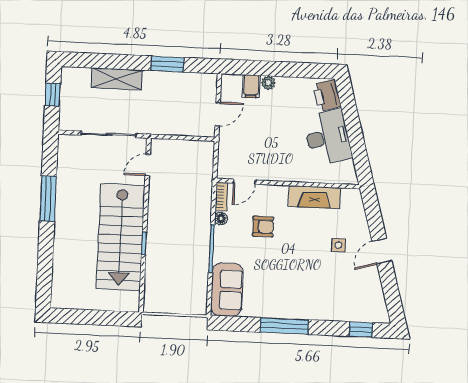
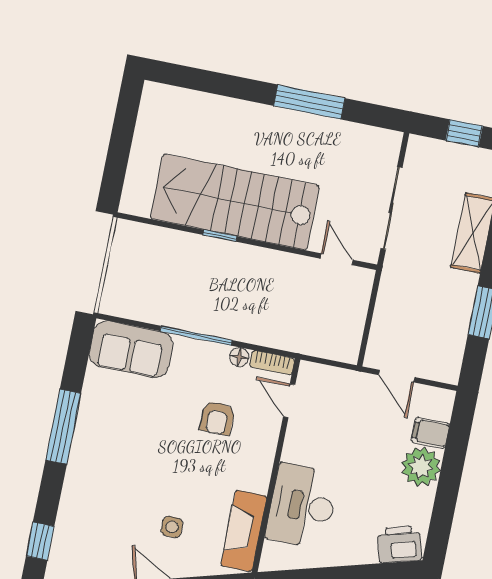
plant: (268, 83) -> (421, 467), width x1.88, depth x1.88
desk: (328, 137) -> (302, 506), moved, turned 106
fireplace: (314, 197) -> (244, 531), moved

